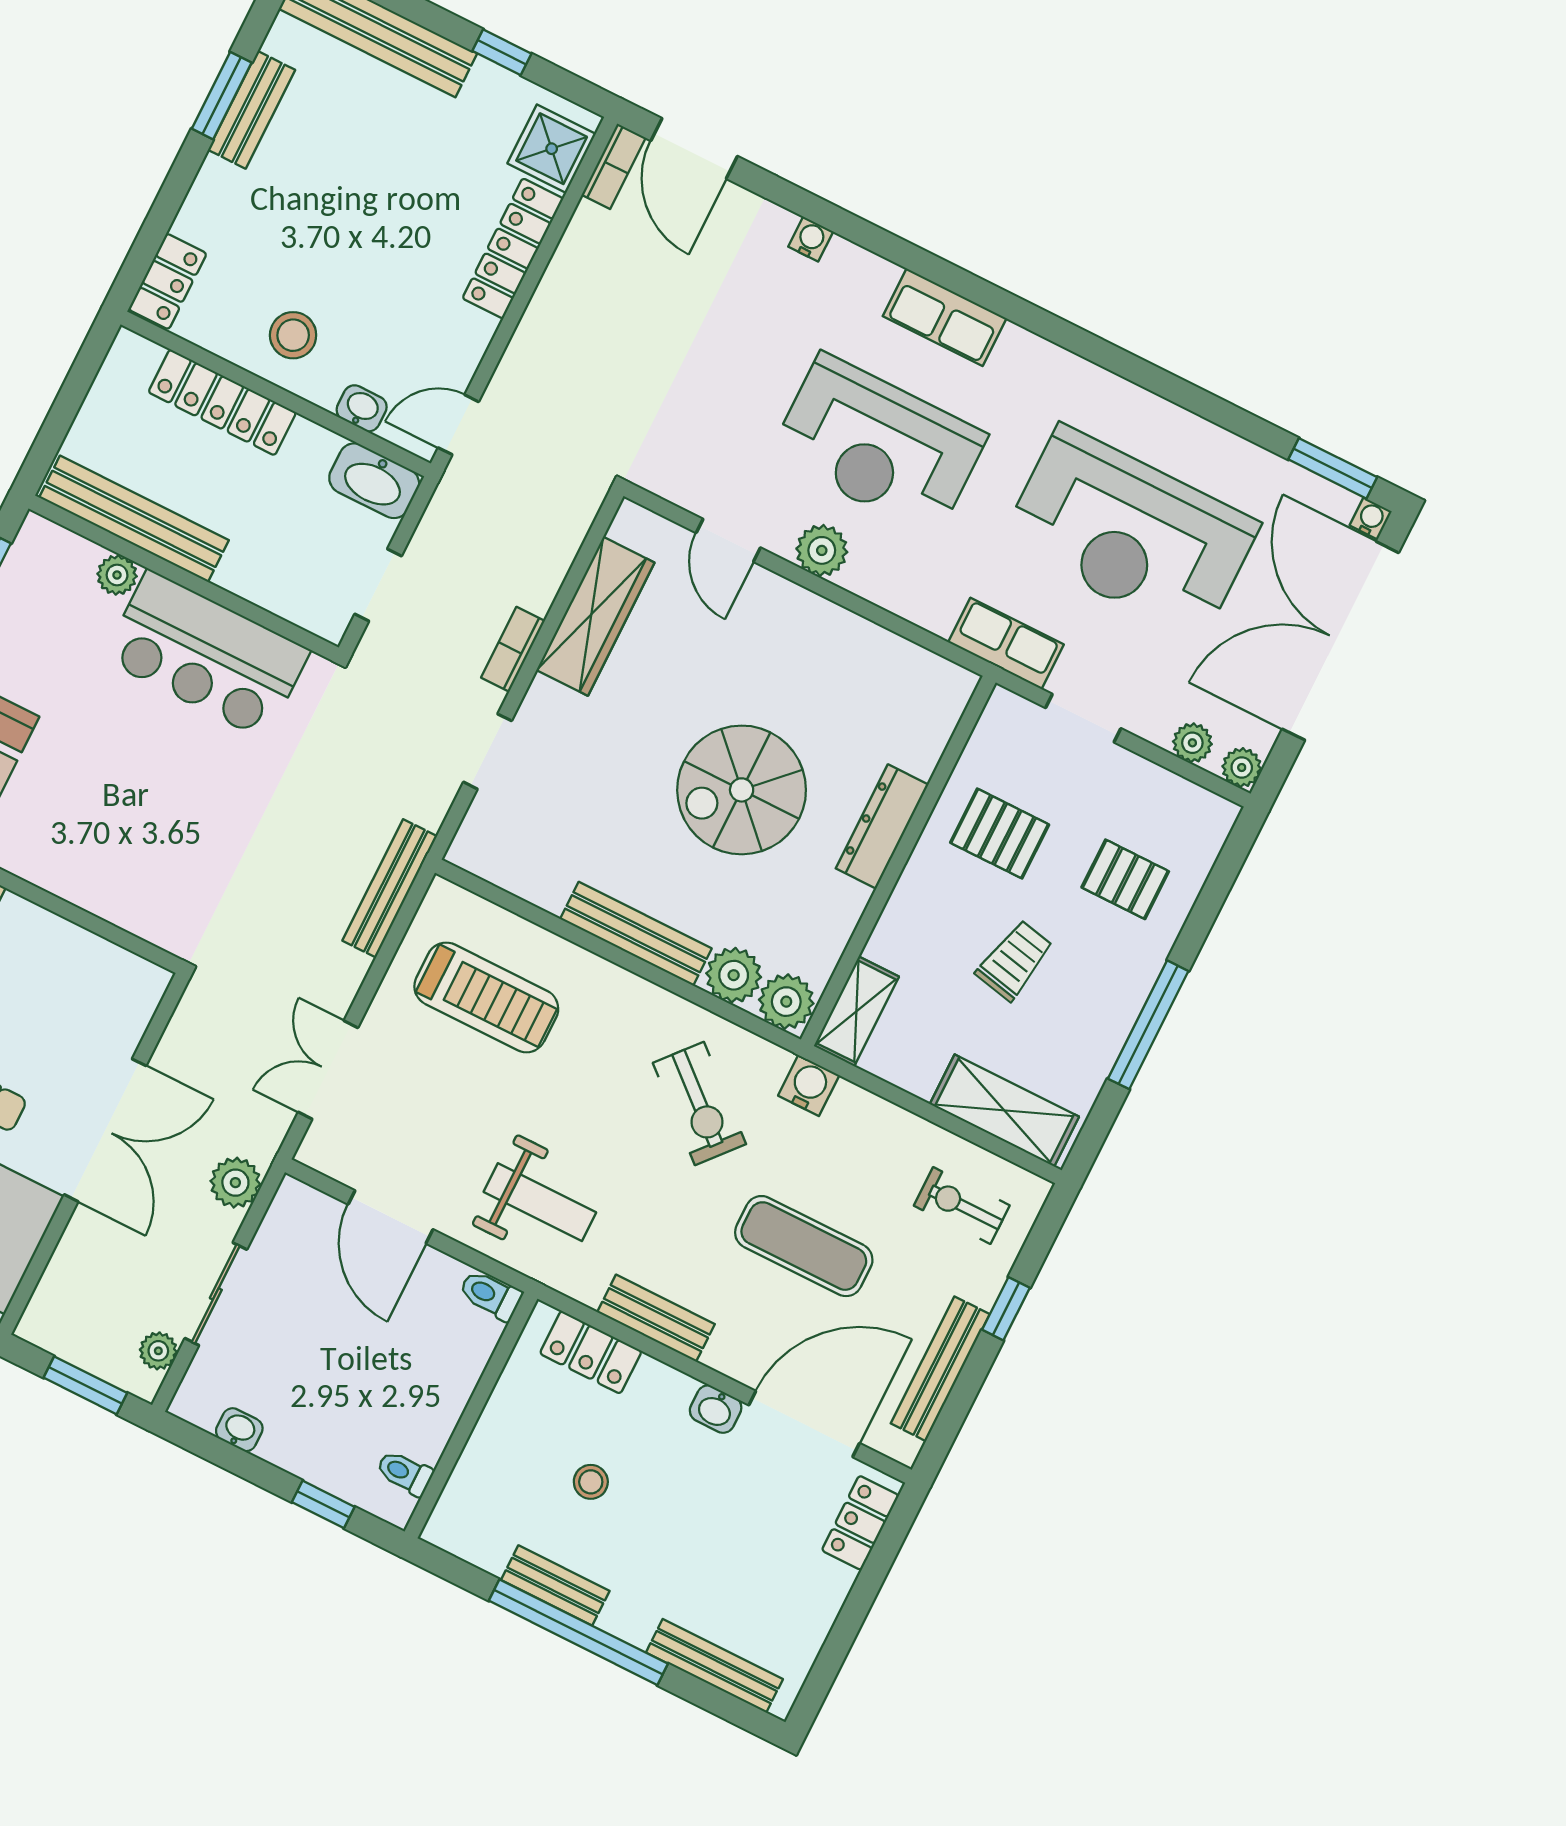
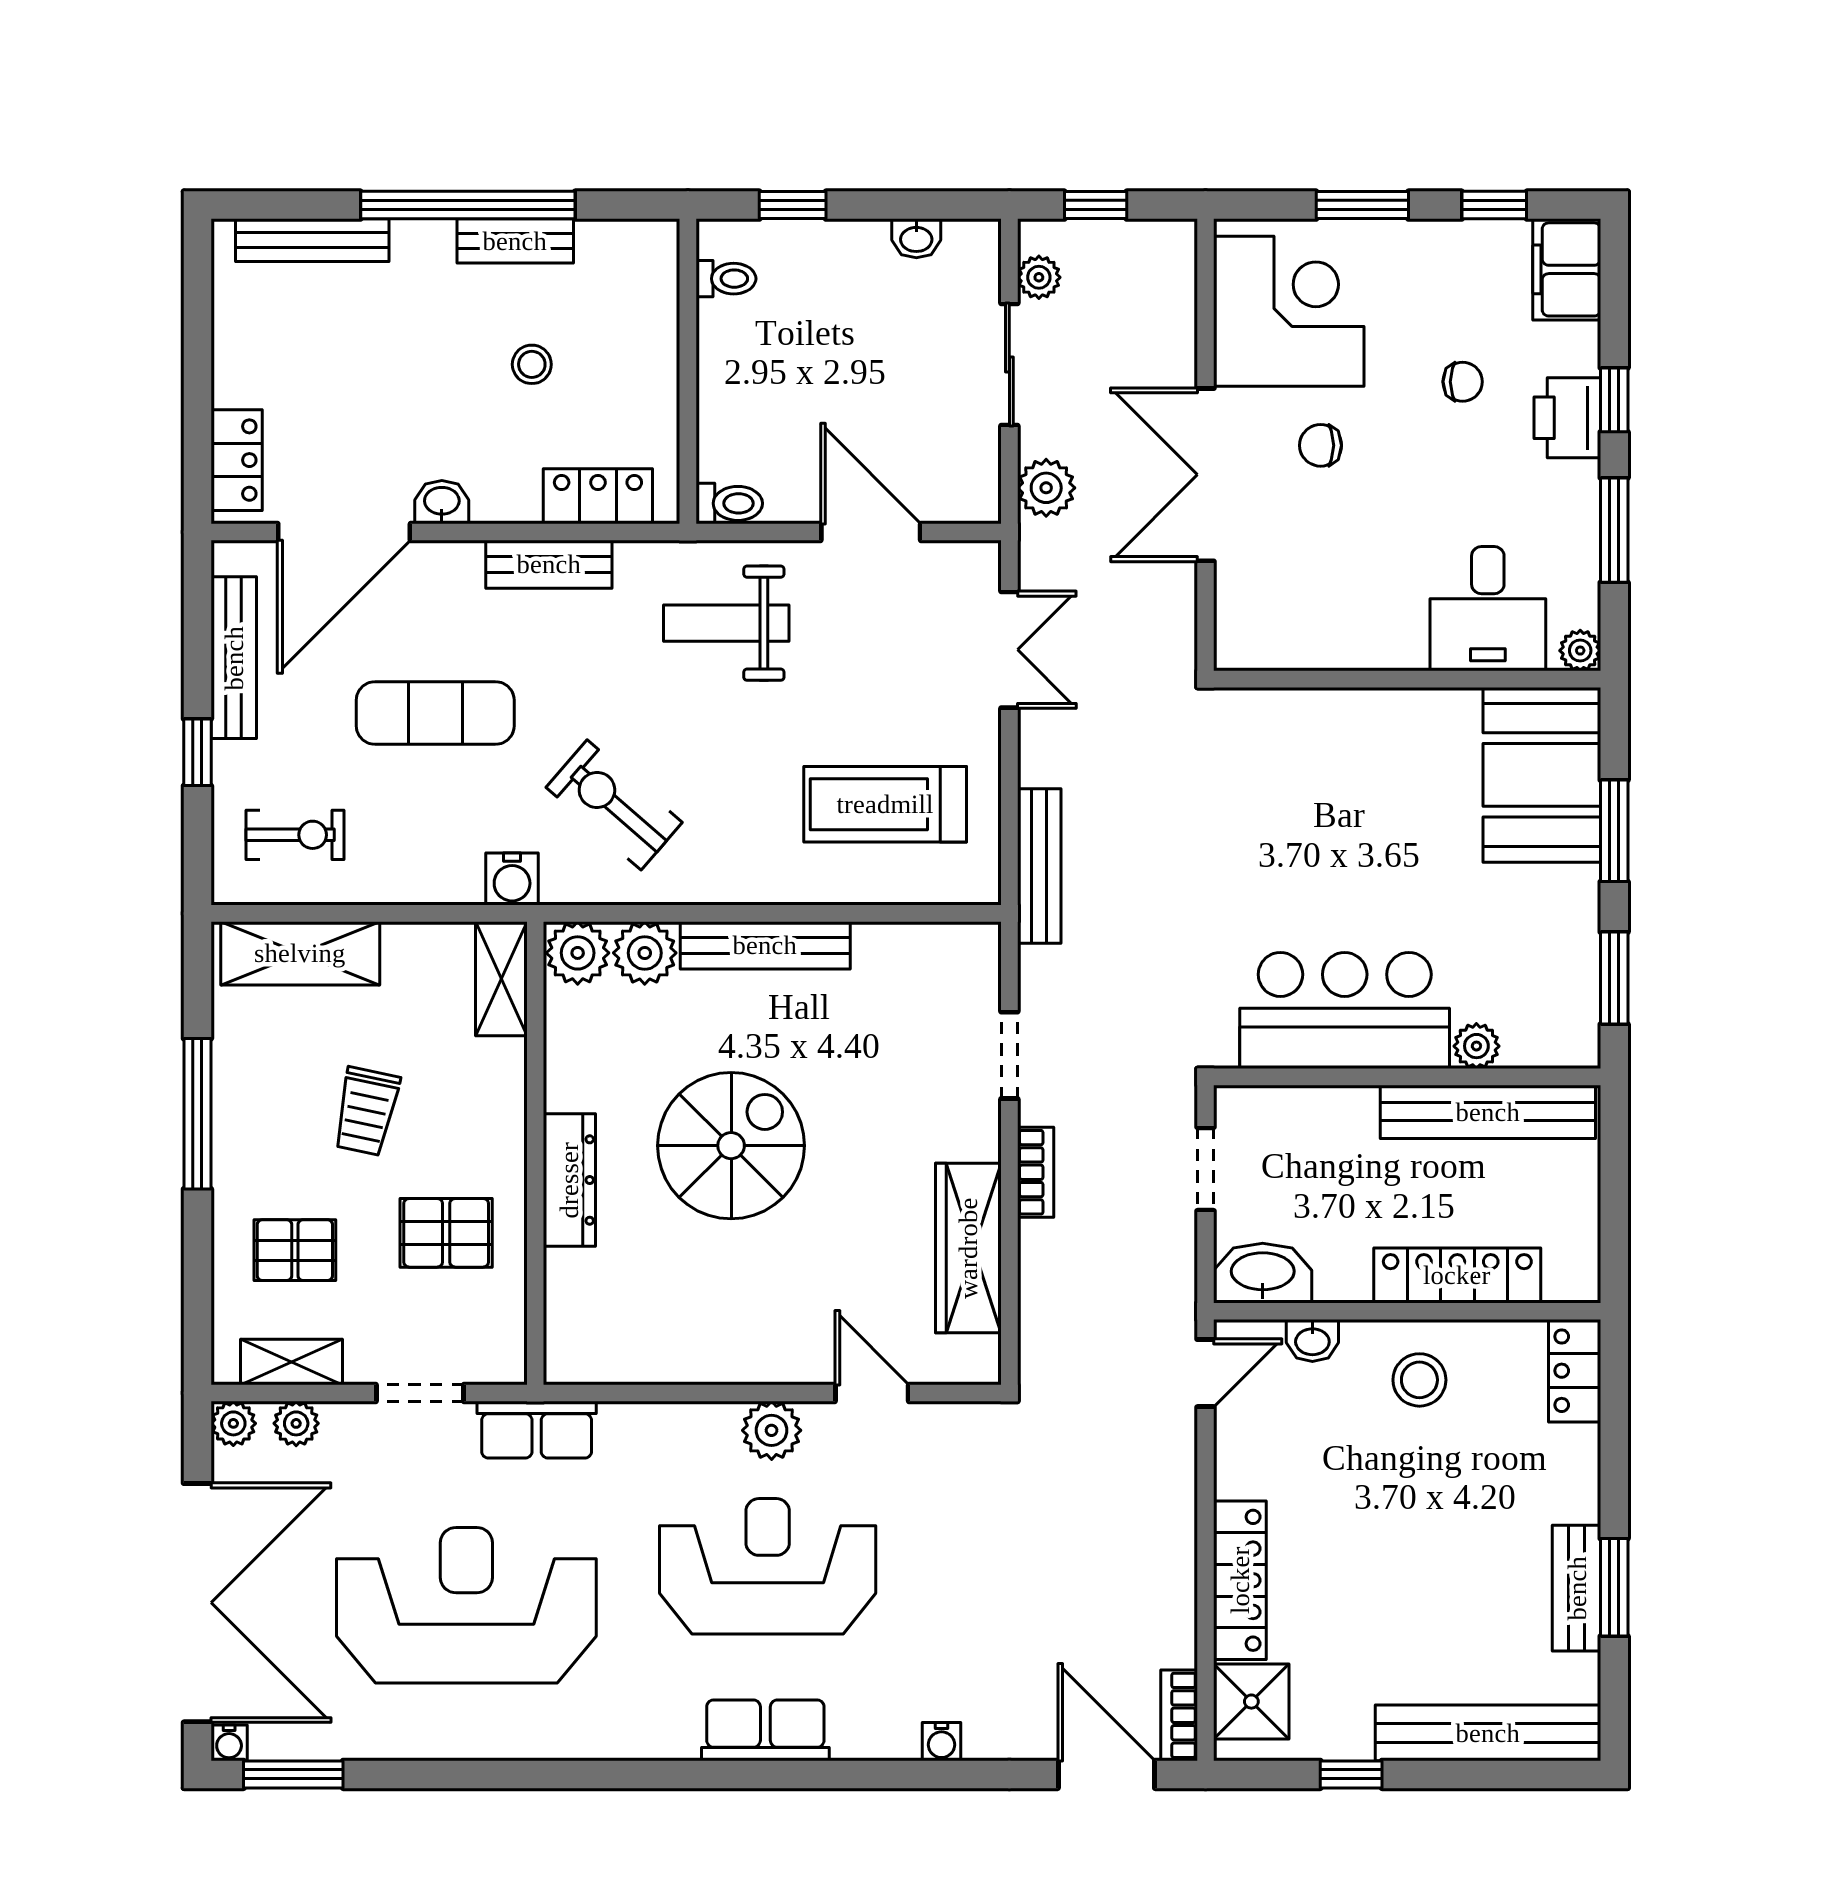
shelving: (1172, 793) -> (291, 1362), added
window: (85, 1385) -> (1096, 205), width x0.67

